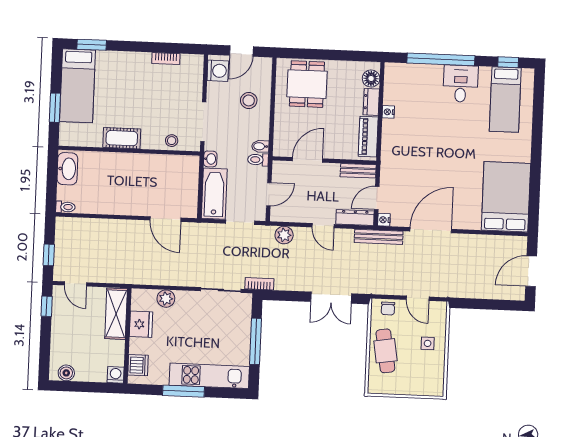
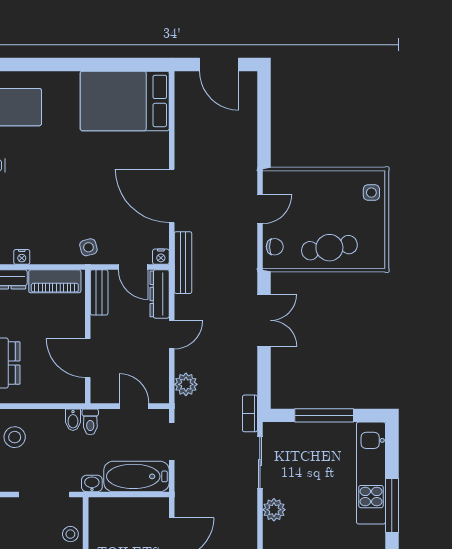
side table: (394, 164) -> (88, 247), added
plant: (166, 299) -> (274, 510), moved
side table: (428, 343) -> (371, 193), moved

